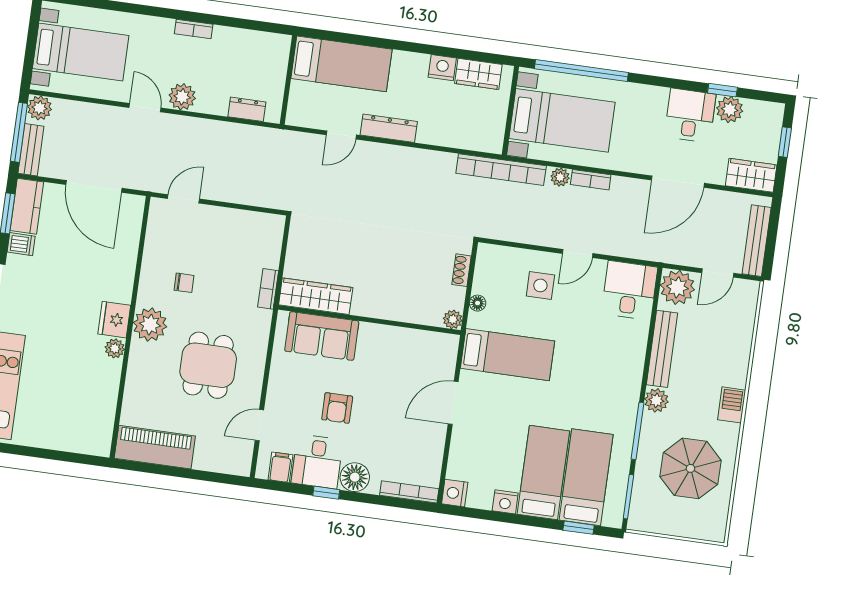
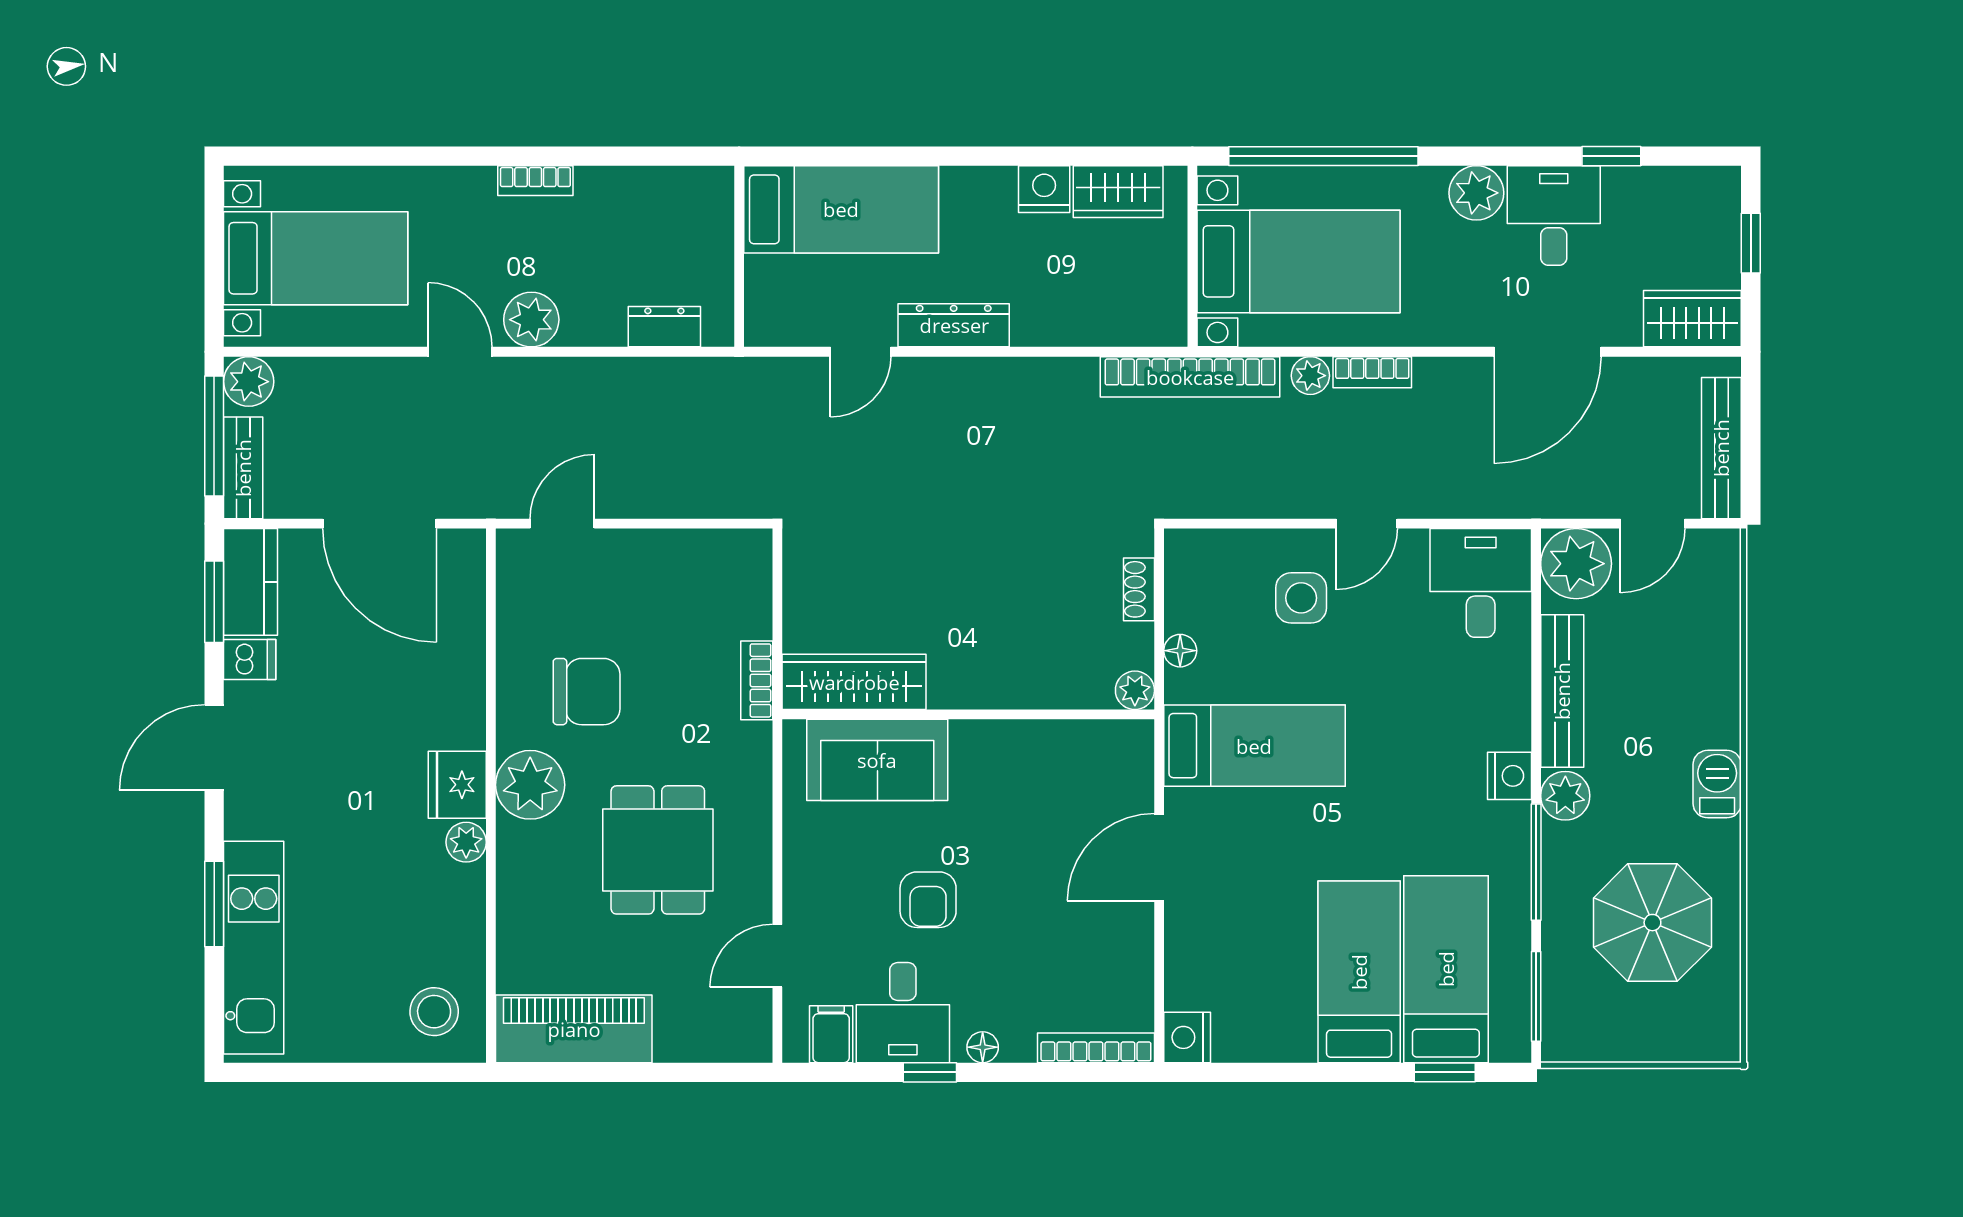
plant: (730, 109) -> (1476, 193), moved
chair: (184, 283) -> (587, 692), width x1.87, depth x1.87
stool: (88, 429) -> (434, 1012), added
floor lamp: (355, 477) -> (983, 1047), width x0.53, depth x0.53
nightstand: (505, 502) -> (1509, 776), moved, turned -90

